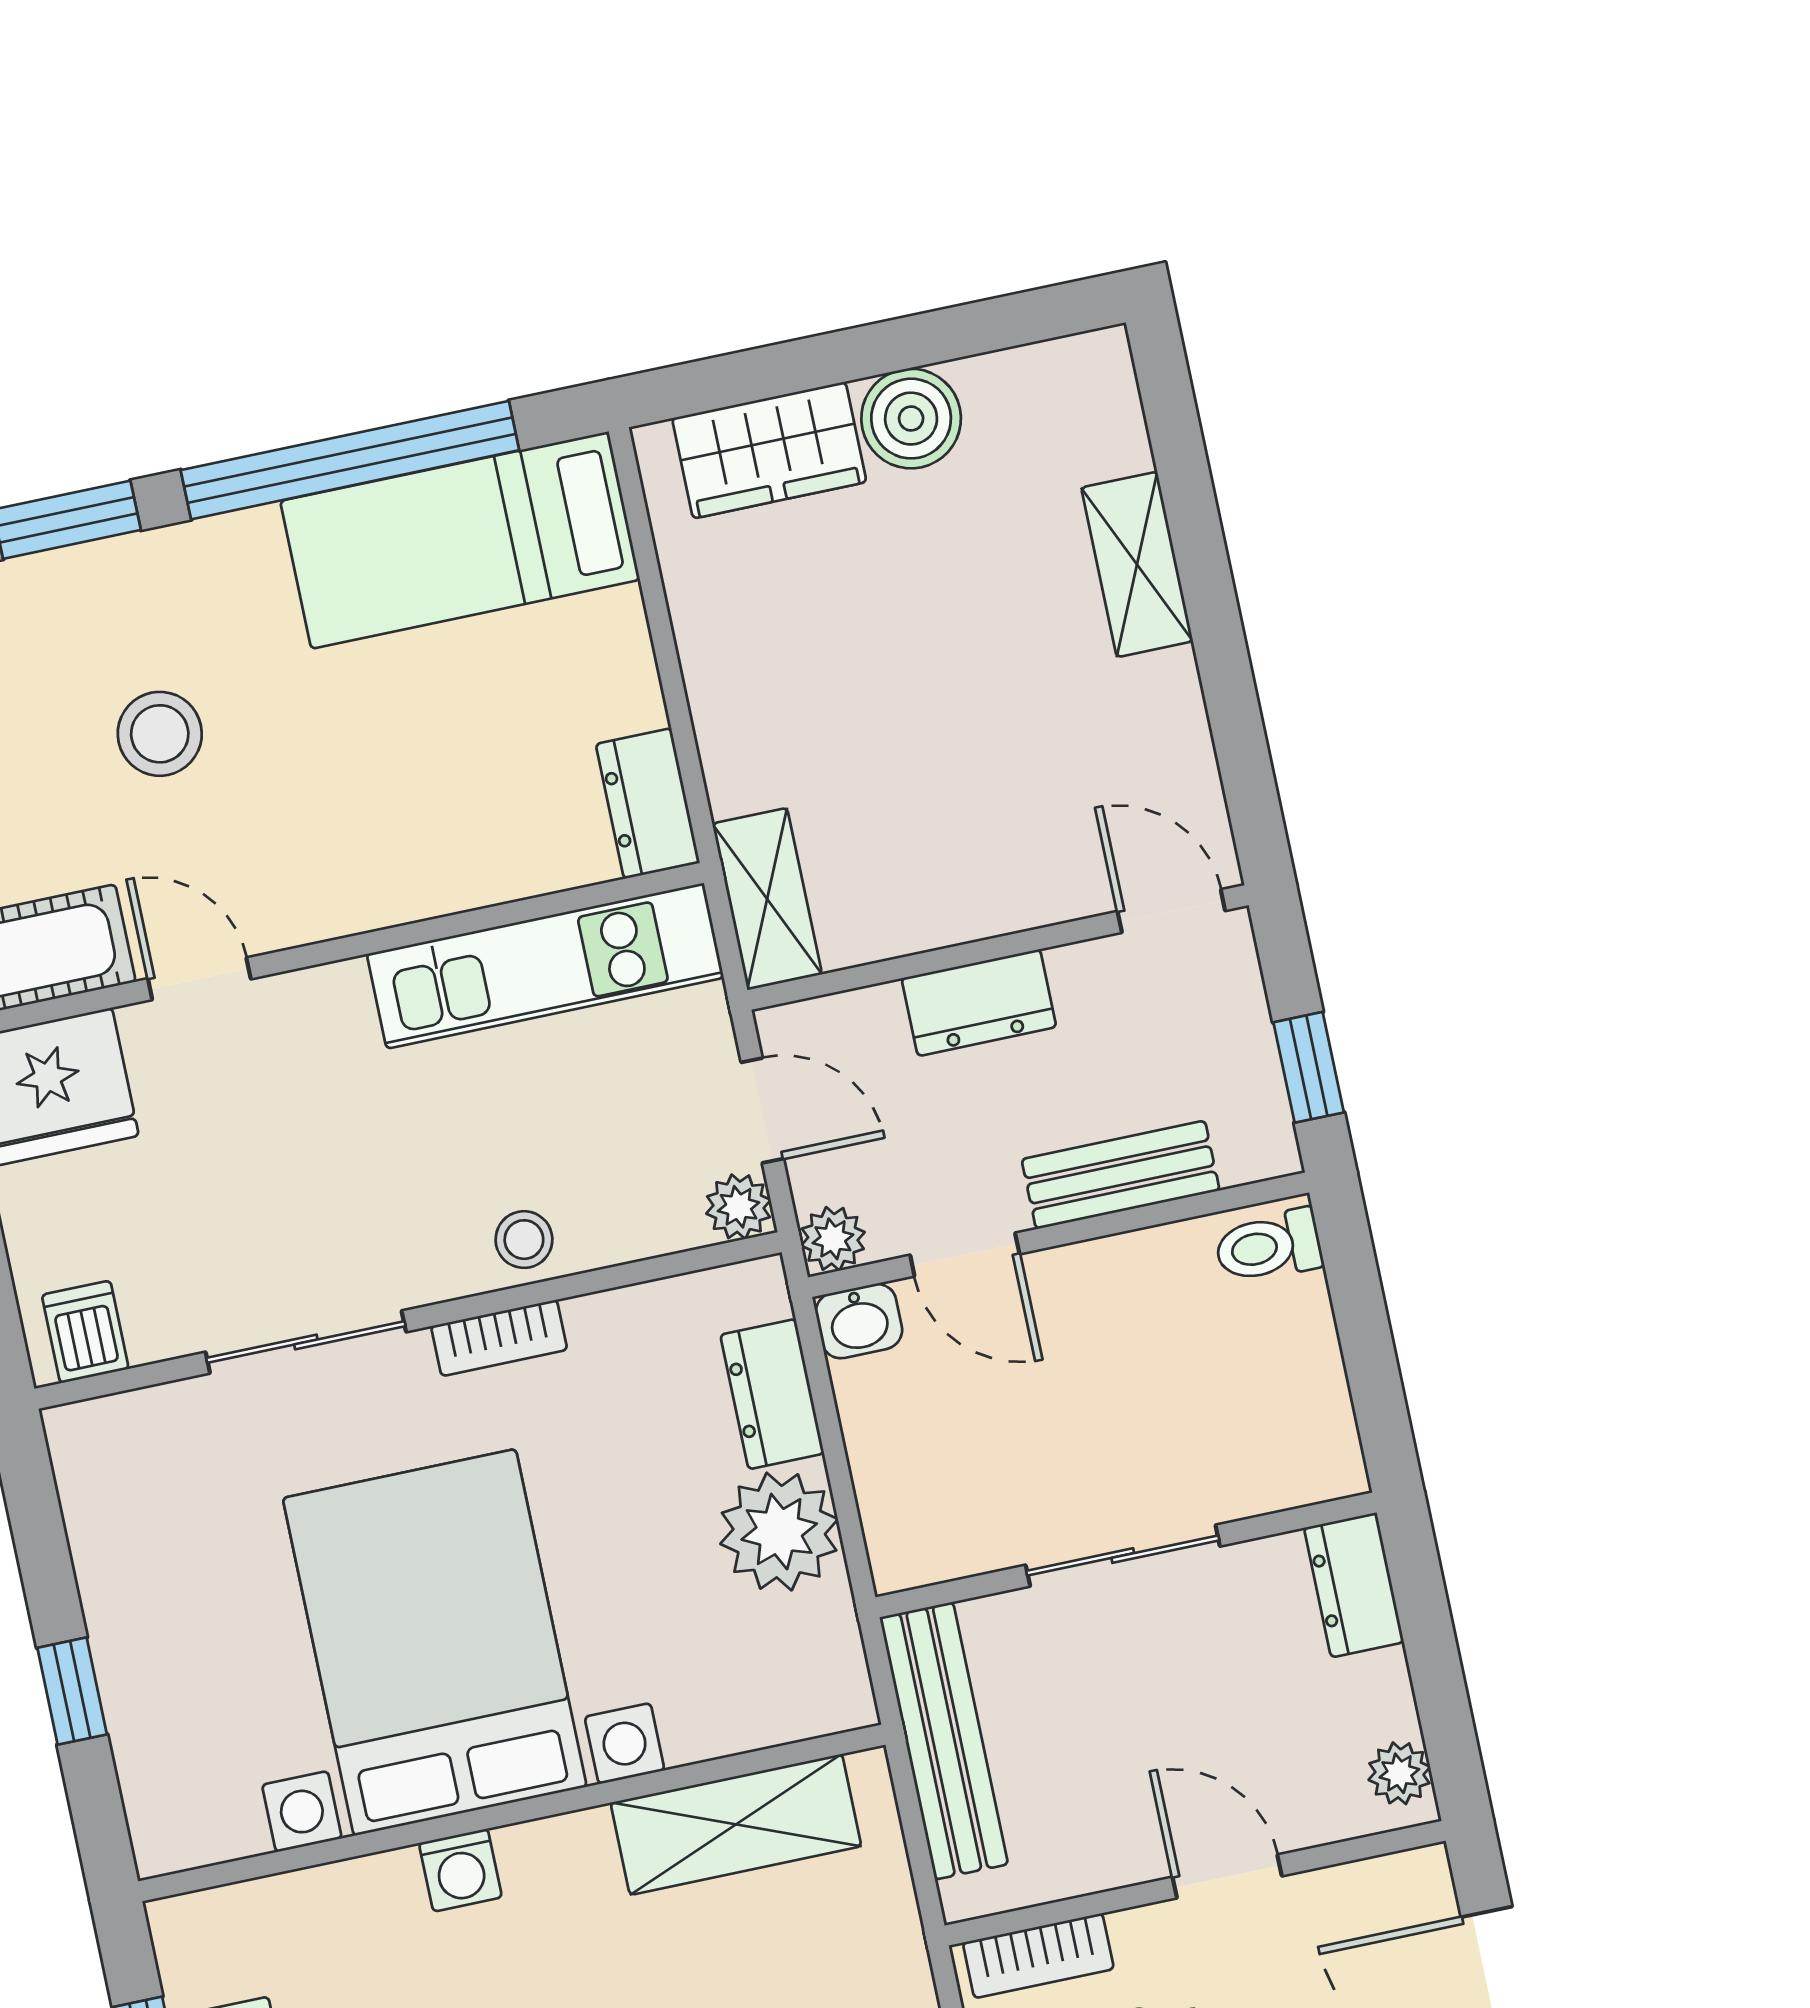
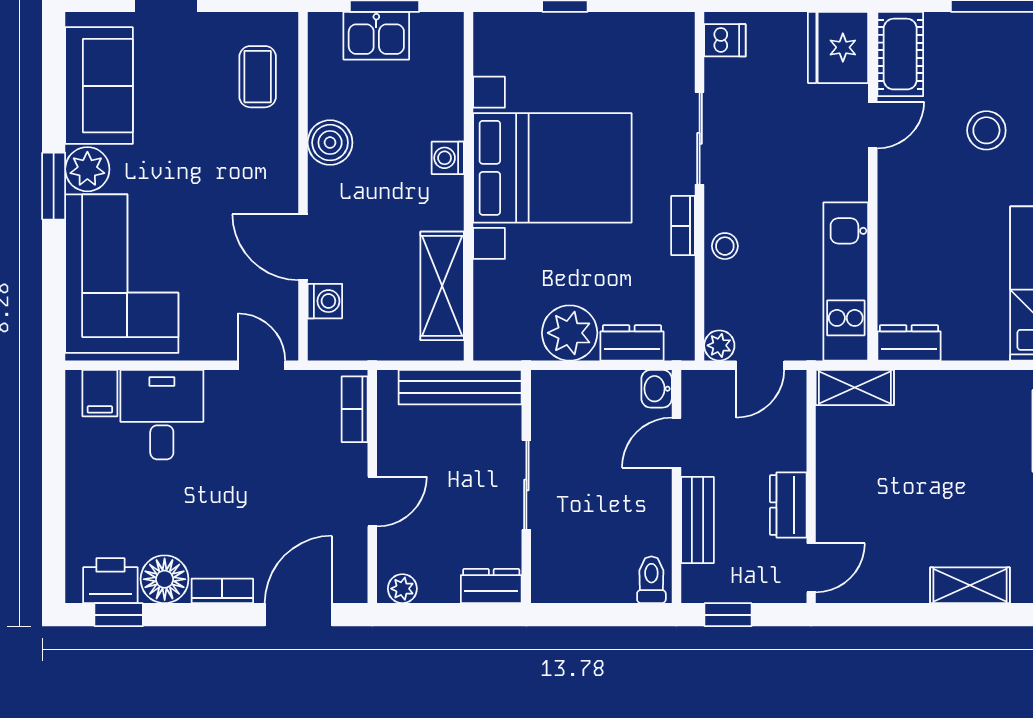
dresser: (979, 1003) -> (788, 505), moved
plant: (833, 1239) -> (696, 385), removed

